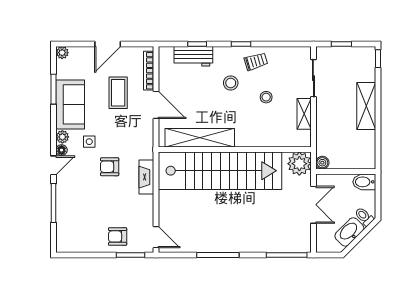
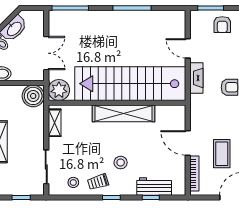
stool: (266, 97) -> (73, 182), moved
shelving: (304, 114) -> (55, 123), moved
shelving: (200, 138) -> (123, 113), moved
boiler: (322, 163) -> (33, 96), width x1.86, depth x1.86
double door: (313, 205) -> (46, 53), swing flipped
armchair: (118, 236) -> (222, 25), turned 90
door: (156, 237) -> (188, 48), moved

